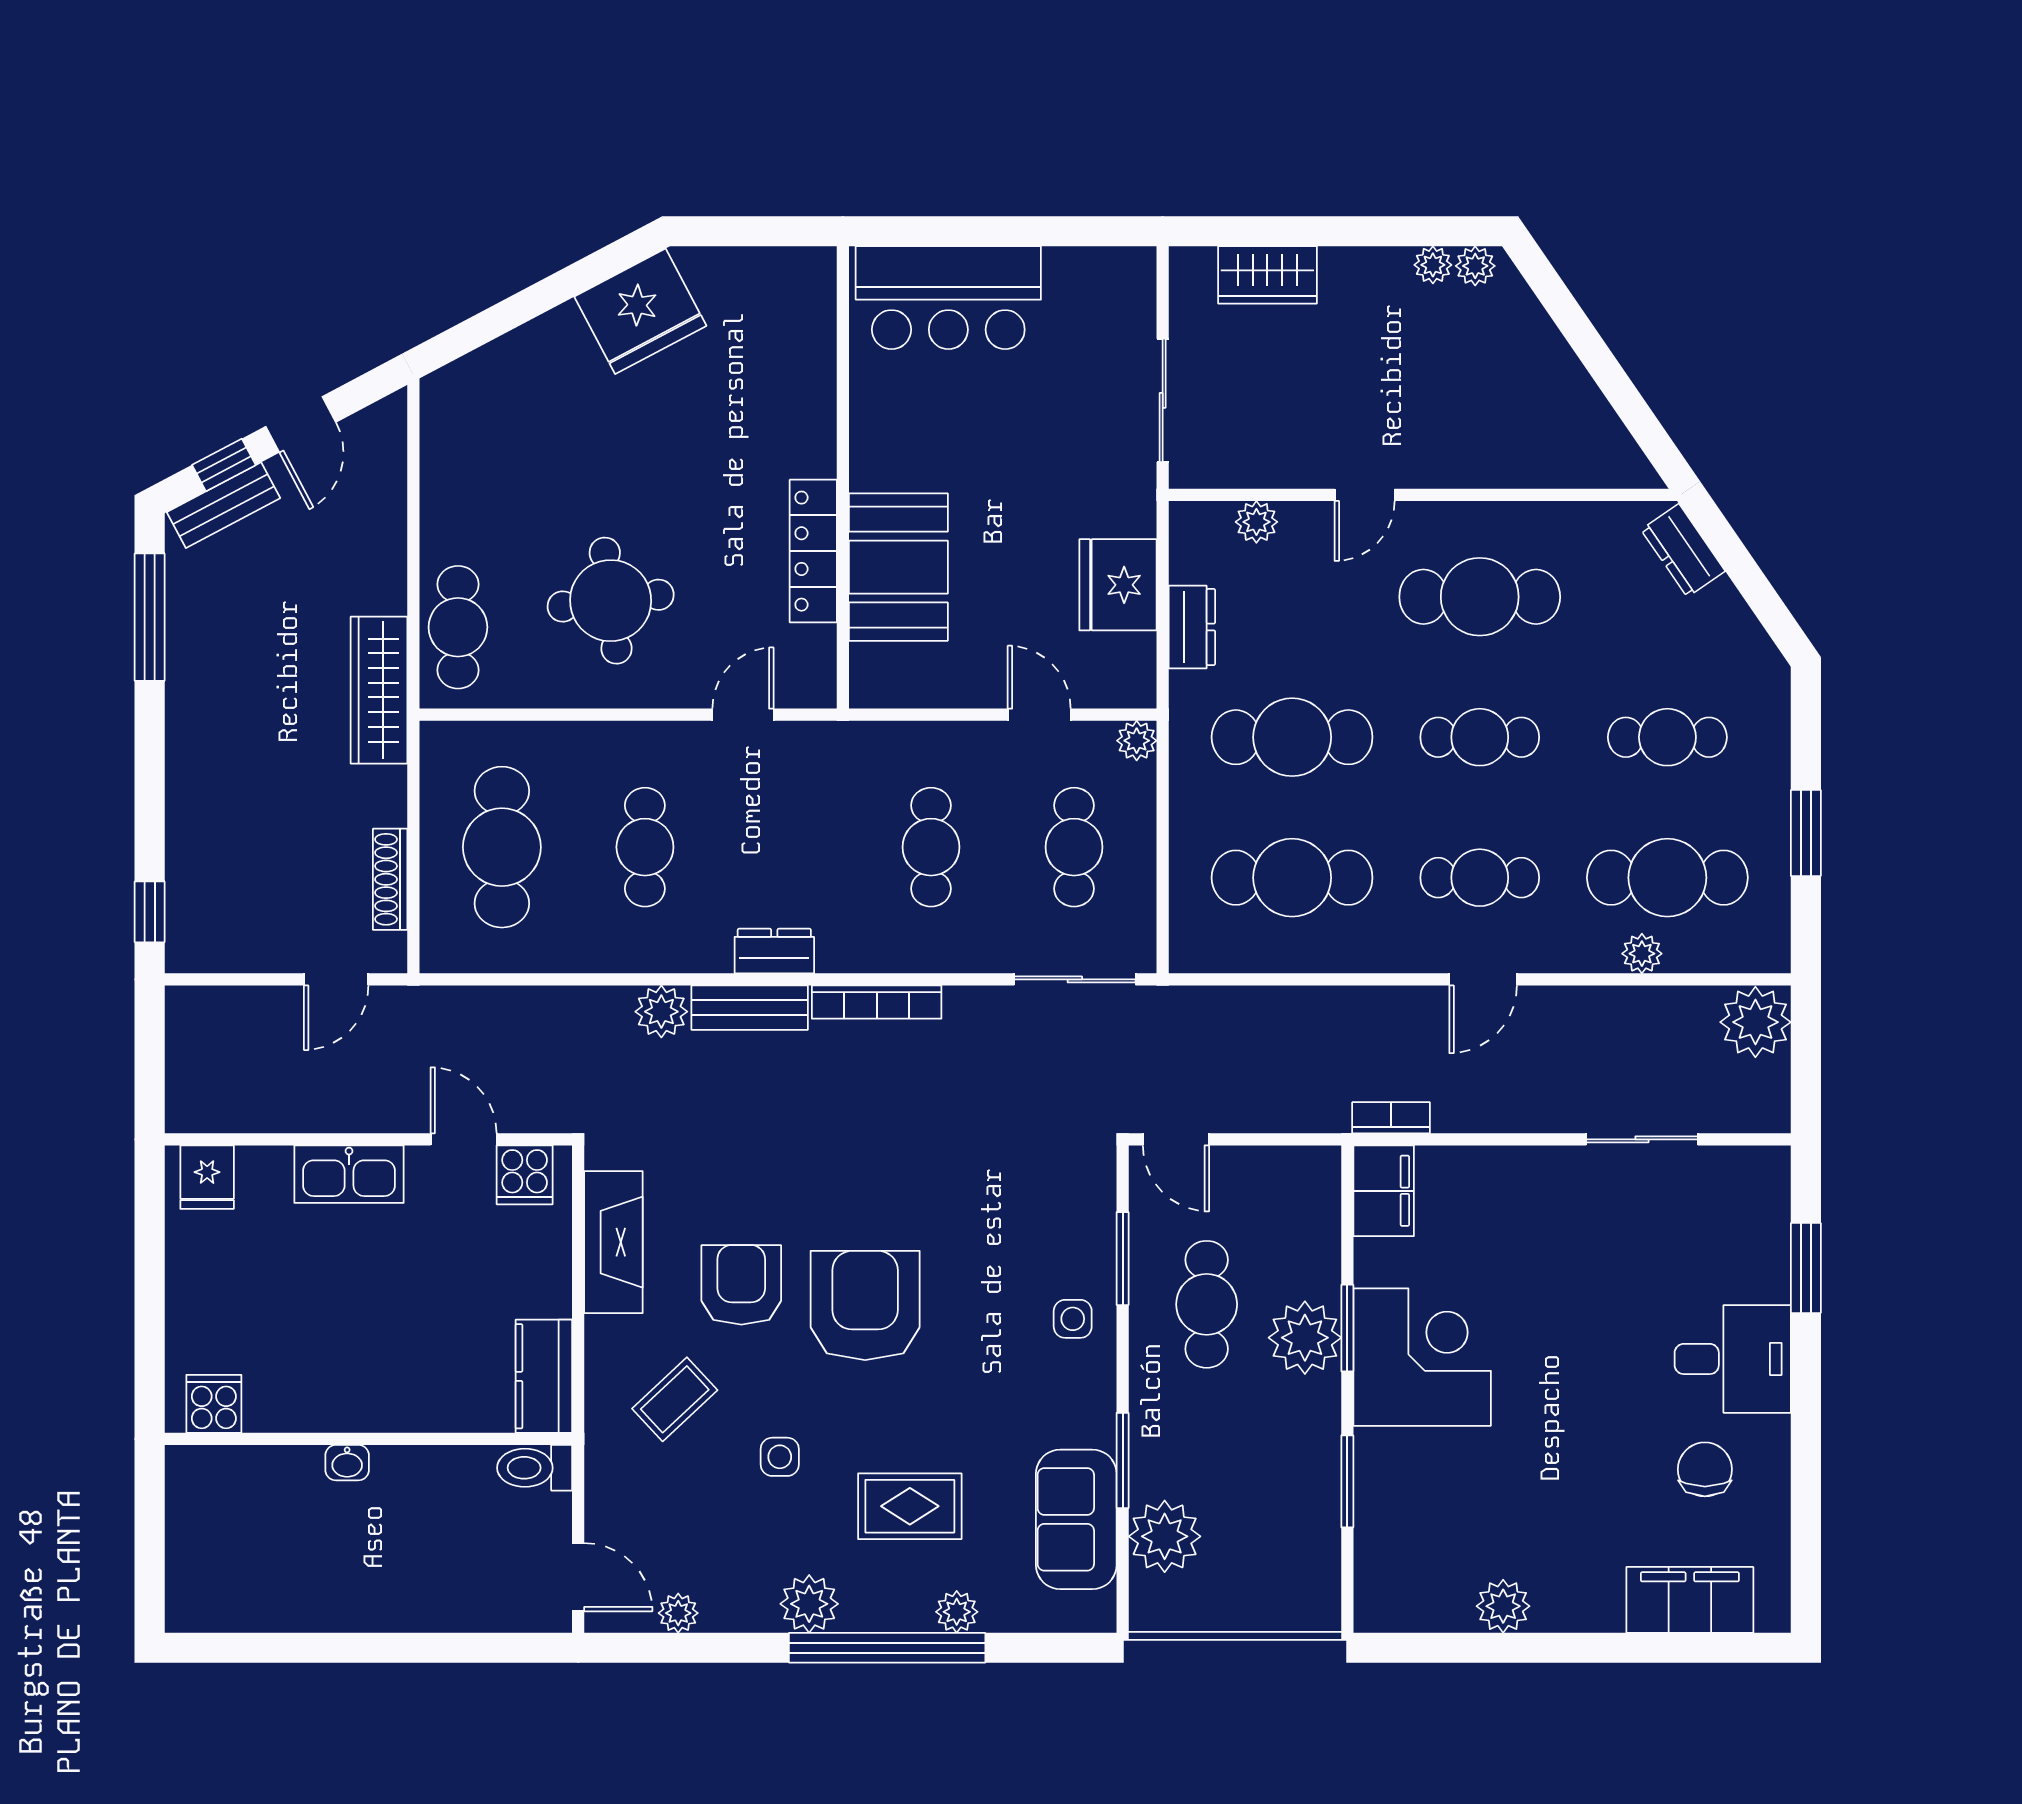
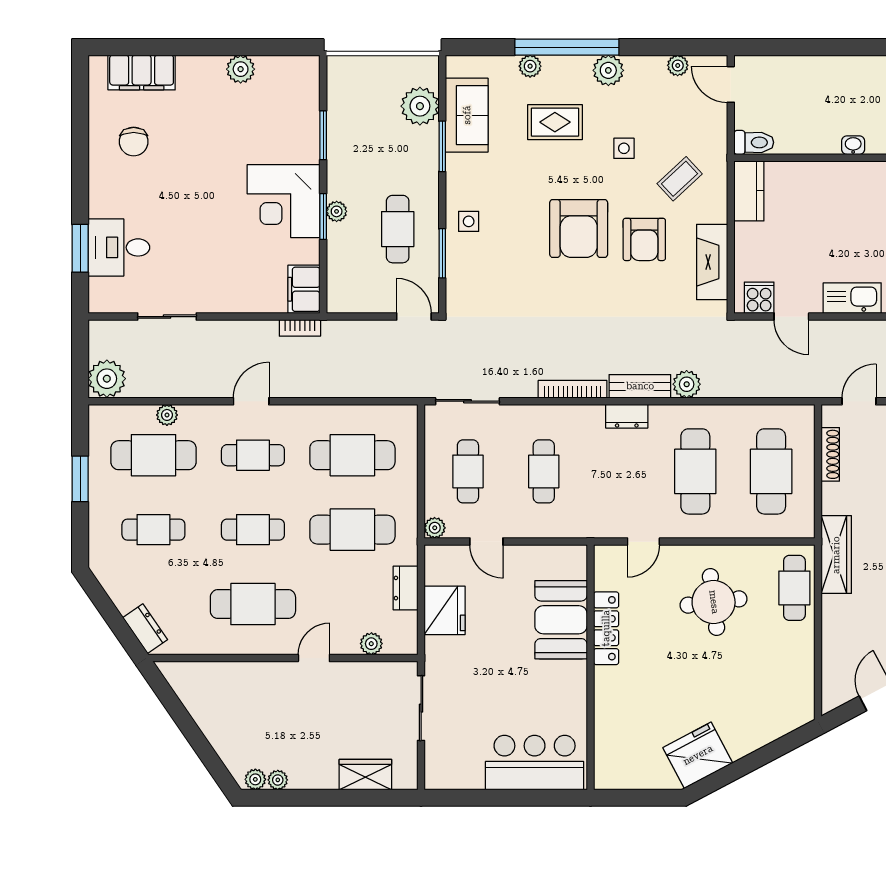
cafe table: (645, 847) -> (695, 471), width x1.37, depth x1.35
plant: (1305, 1338) -> (337, 211), width x0.53, depth x0.53
desk: (1733, 1359) -> (119, 247), moved

